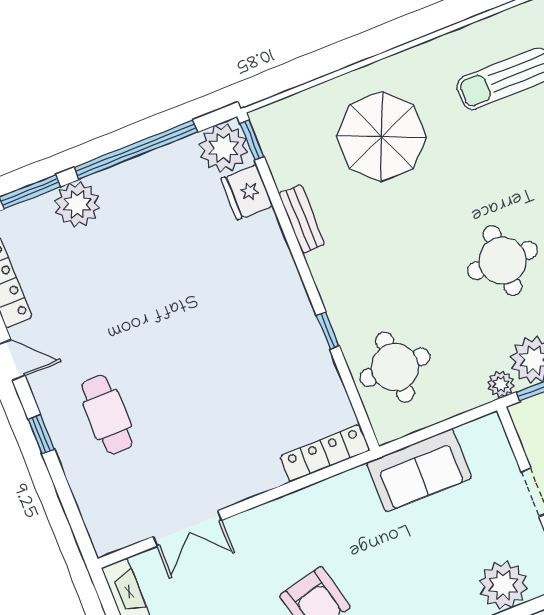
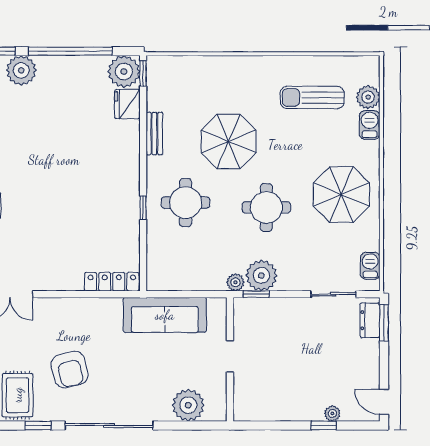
parasol: (381, 137) -> (229, 141), moved
round table: (395, 367) -> (186, 203), moved
sofa: (419, 470) -> (165, 315), width x1.36

